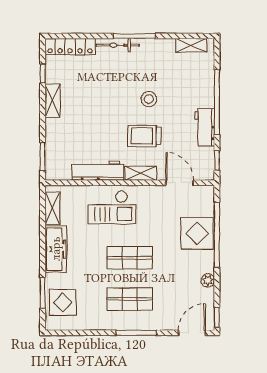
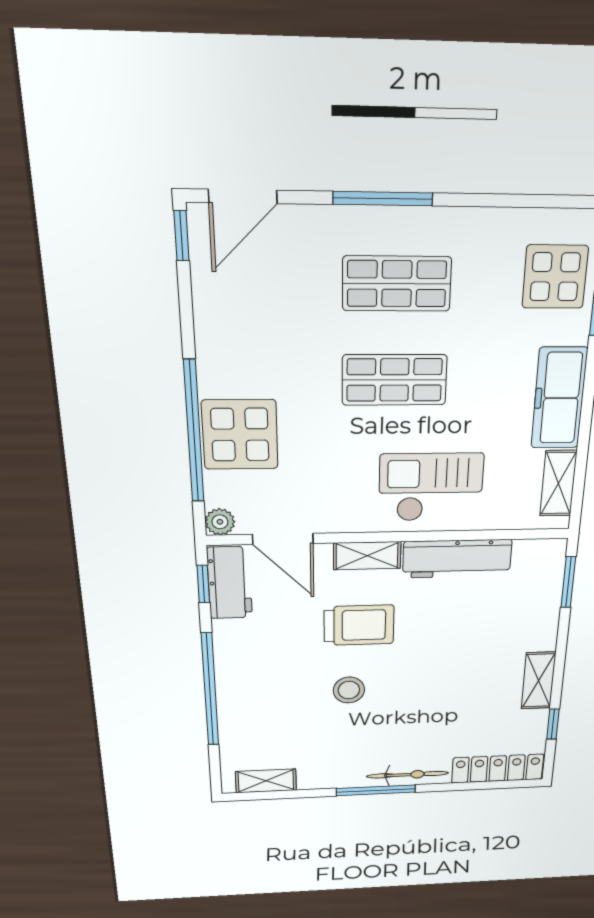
workbench: (205, 127) -> (230, 583), moved
plant: (208, 280) -> (220, 522), moved

